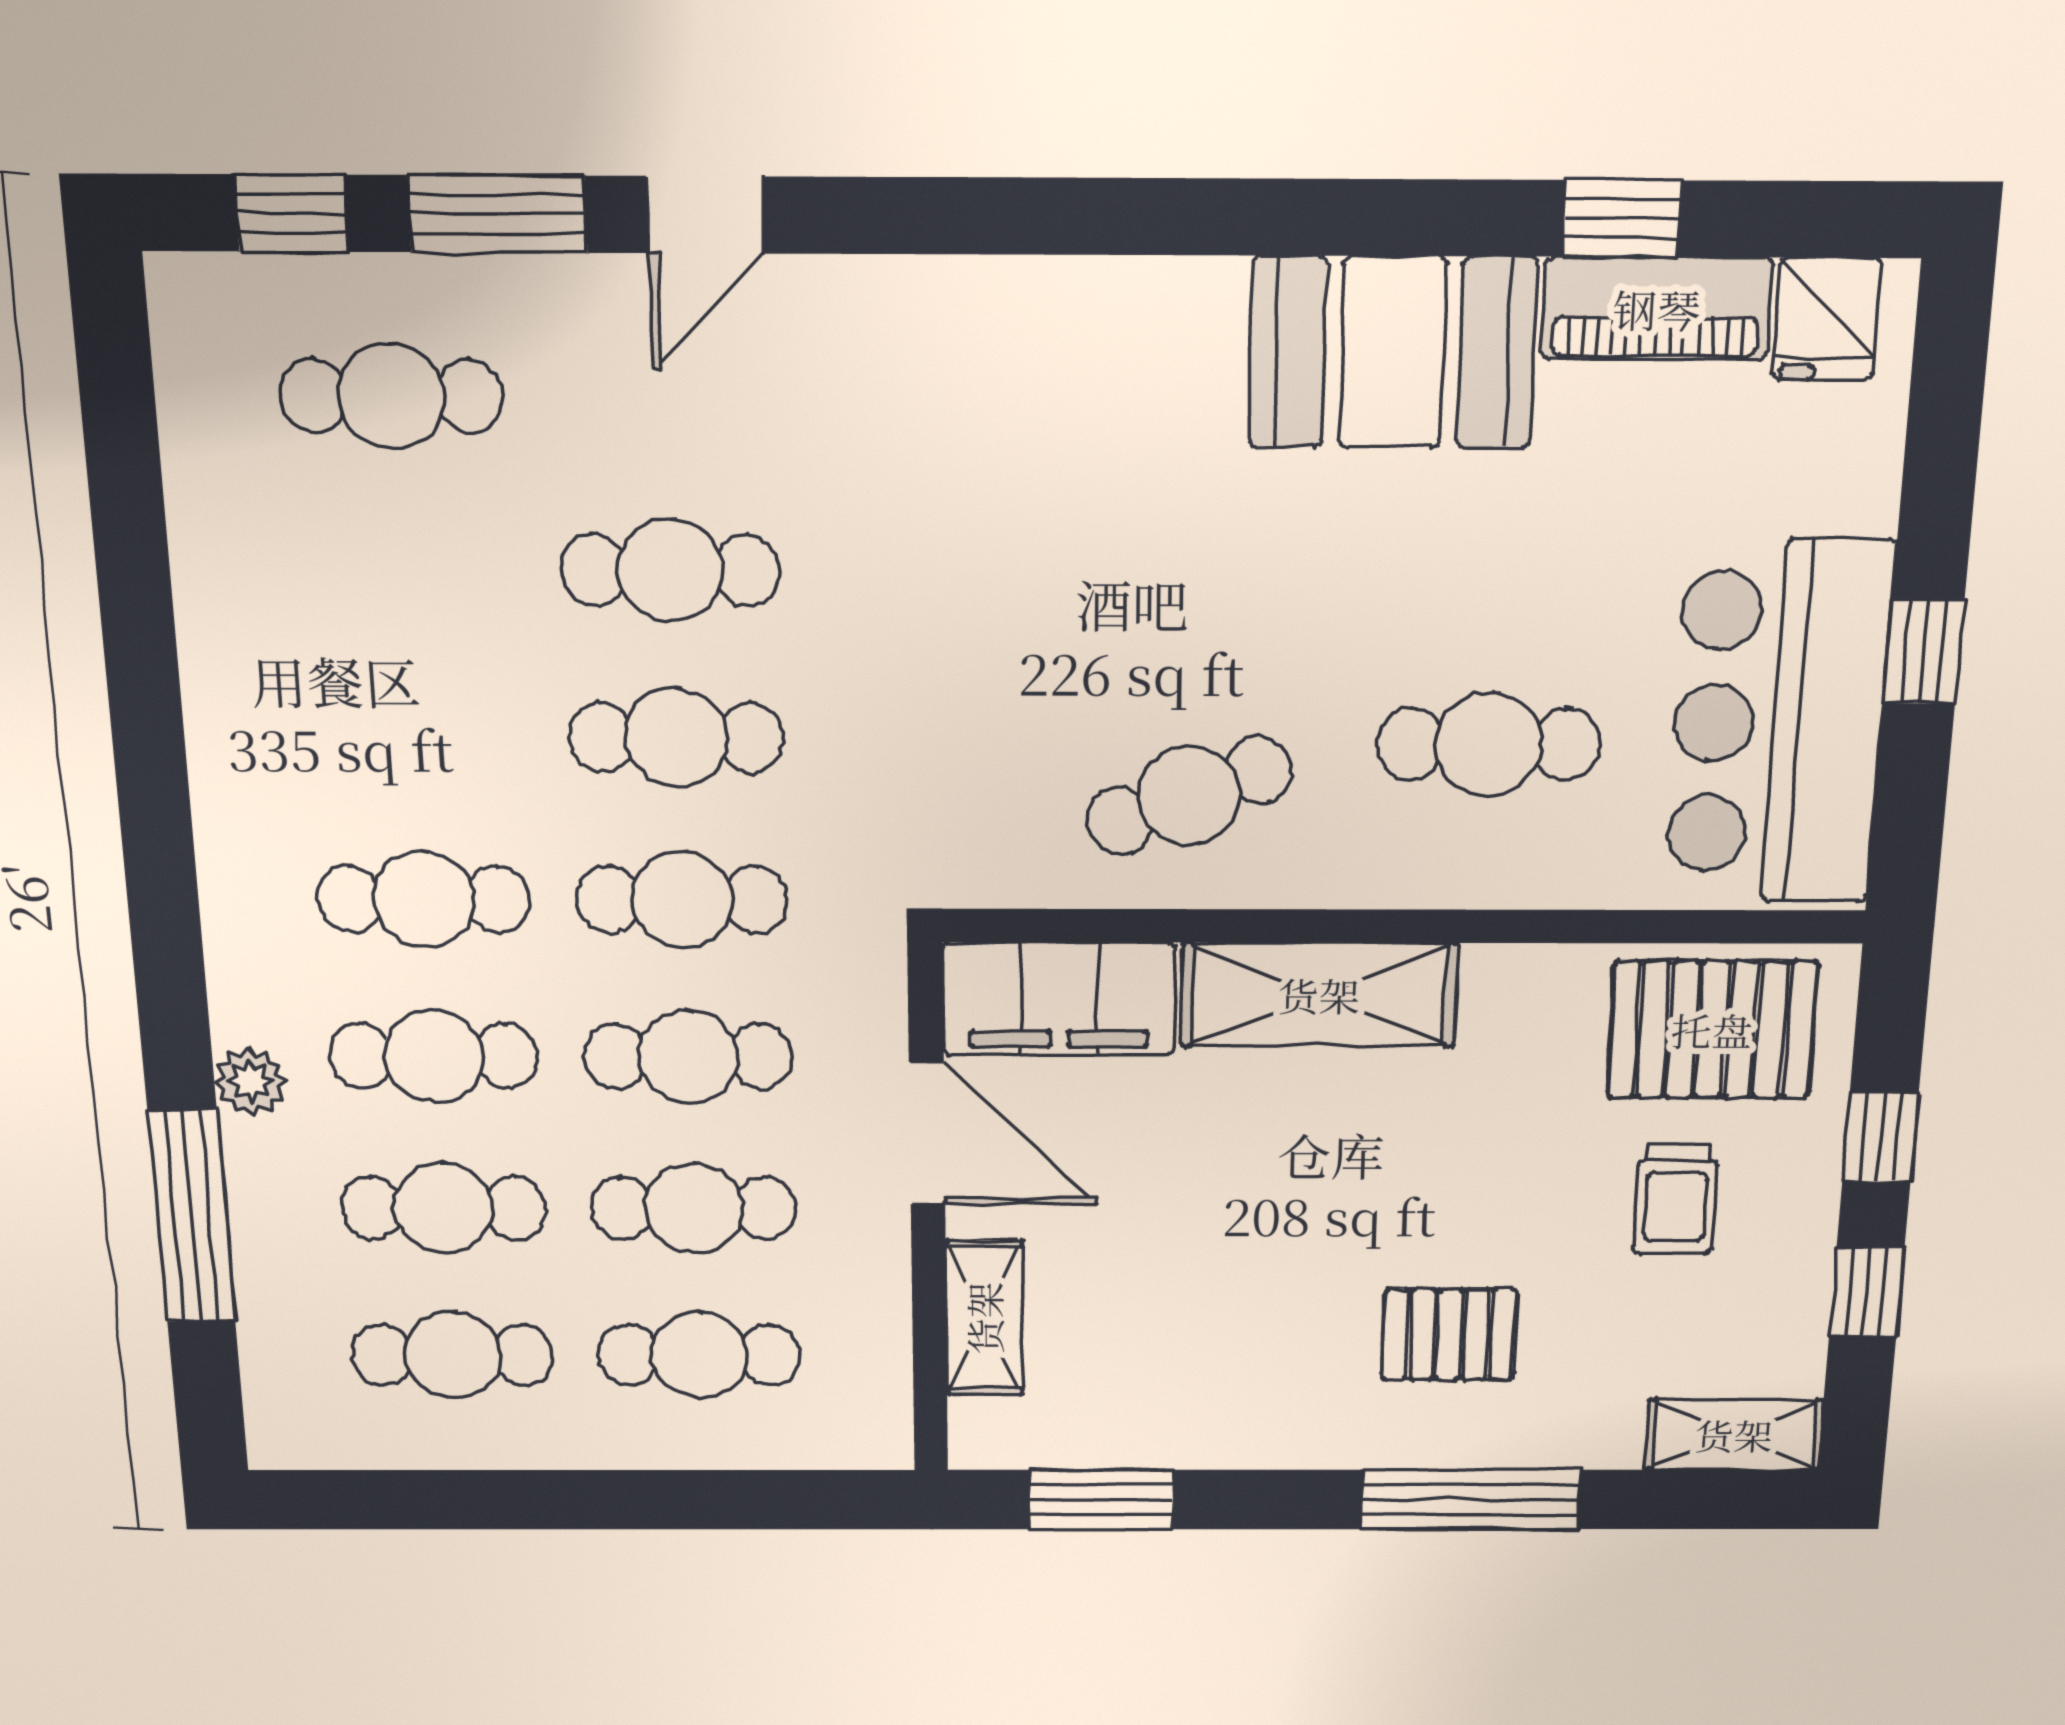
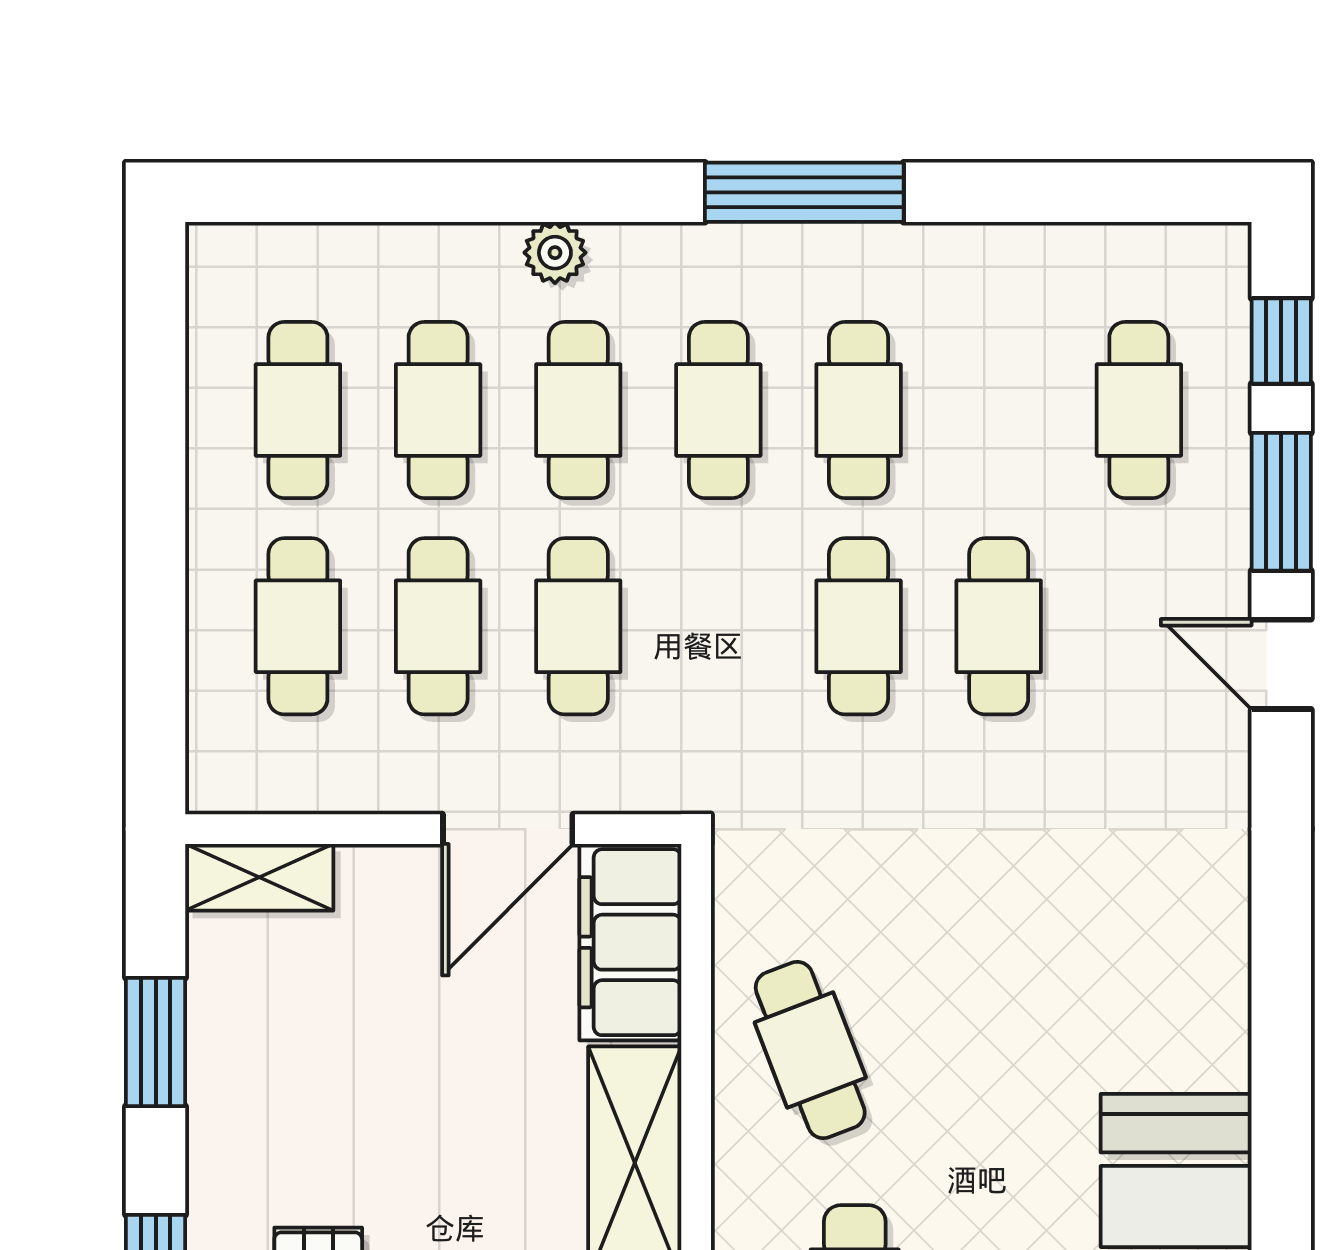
cafe table: (682, 900) -> (859, 410), moved
window: (192, 1216) -> (804, 192), moved
shelving: (984, 1318) -> (259, 877), moved
window: (1101, 1500) -> (156, 1042), moved

